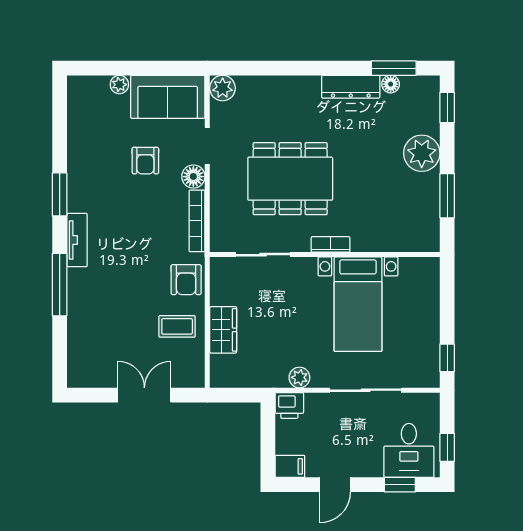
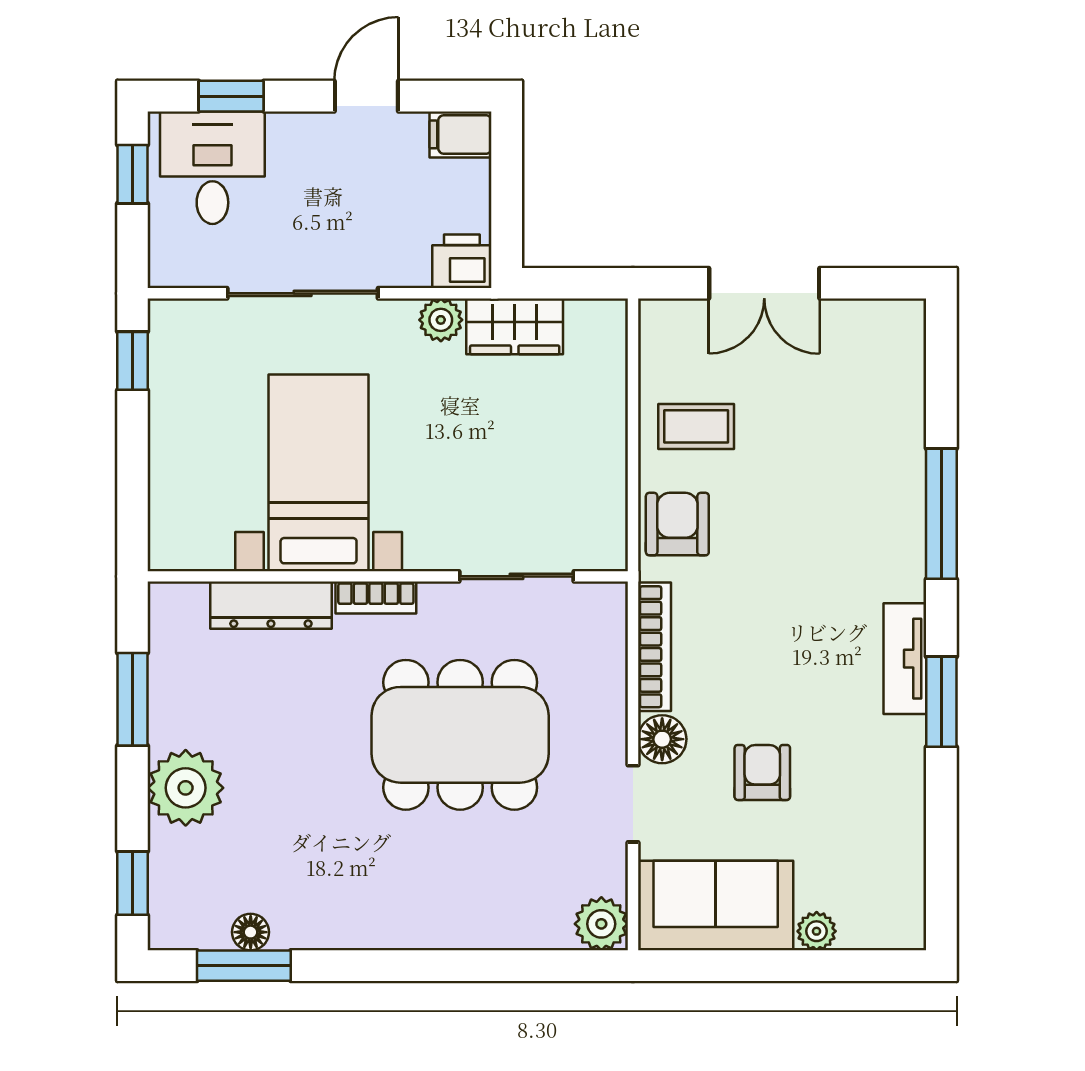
dresser: (351, 87) -> (271, 605), moved, turned 180
tv unit: (77, 240) -> (905, 659), moved
wardrobe: (223, 330) -> (515, 326), moved, turned -90

